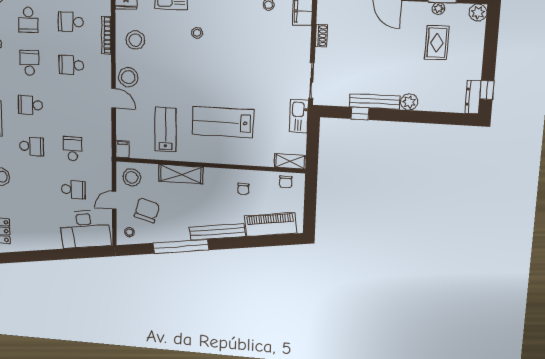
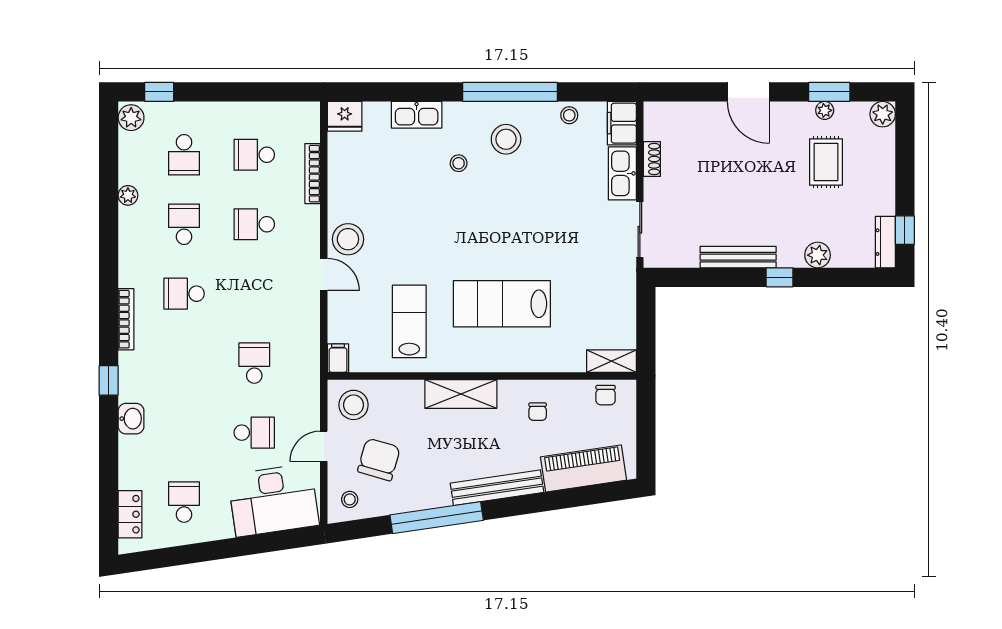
stool: (135, 40) -> (506, 139), moved
plant: (409, 102) -> (818, 255), moved
window: (360, 113) -> (780, 277), moved
kitchen sink: (299, 116) -> (622, 173), moved
school desk: (32, 146) -> (184, 502), moved, turned -90
shelving: (181, 174) -> (461, 394), moved

